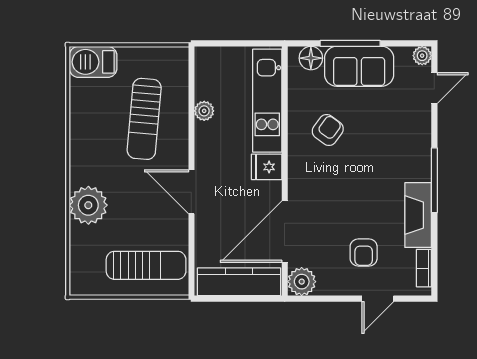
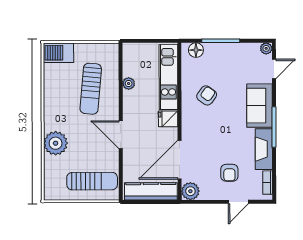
sofa: (359, 66) -> (260, 106), moved, turned 90

